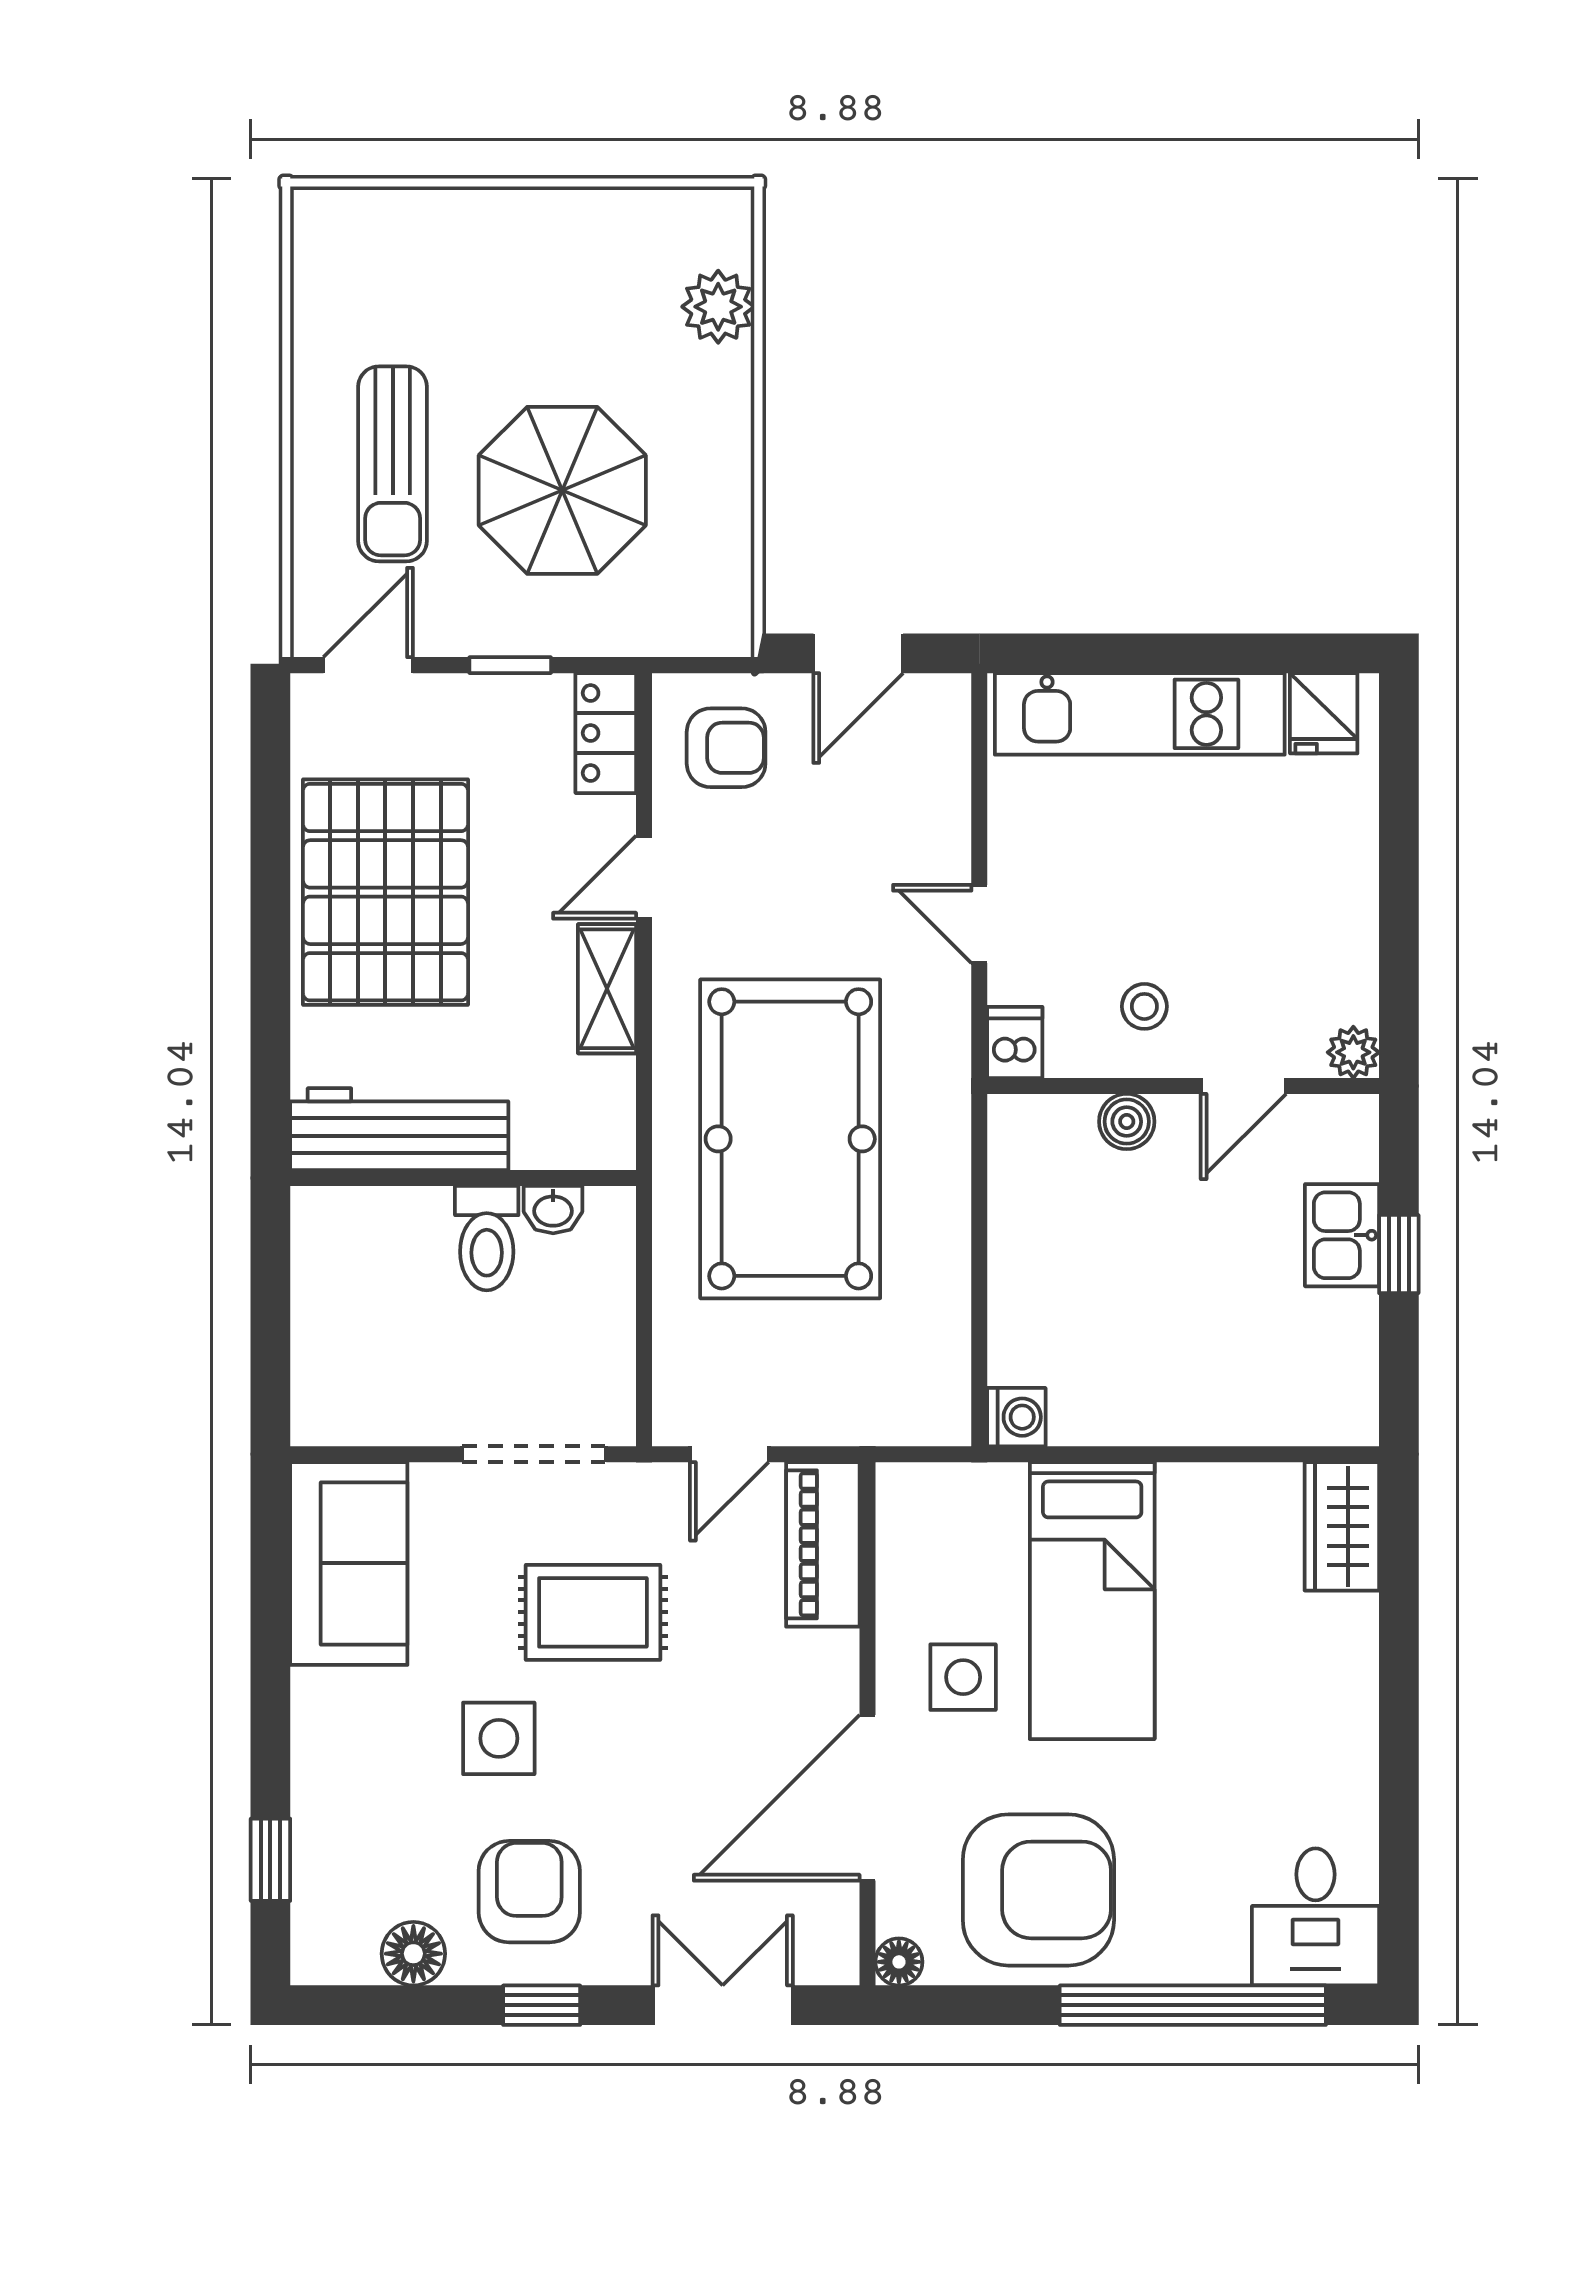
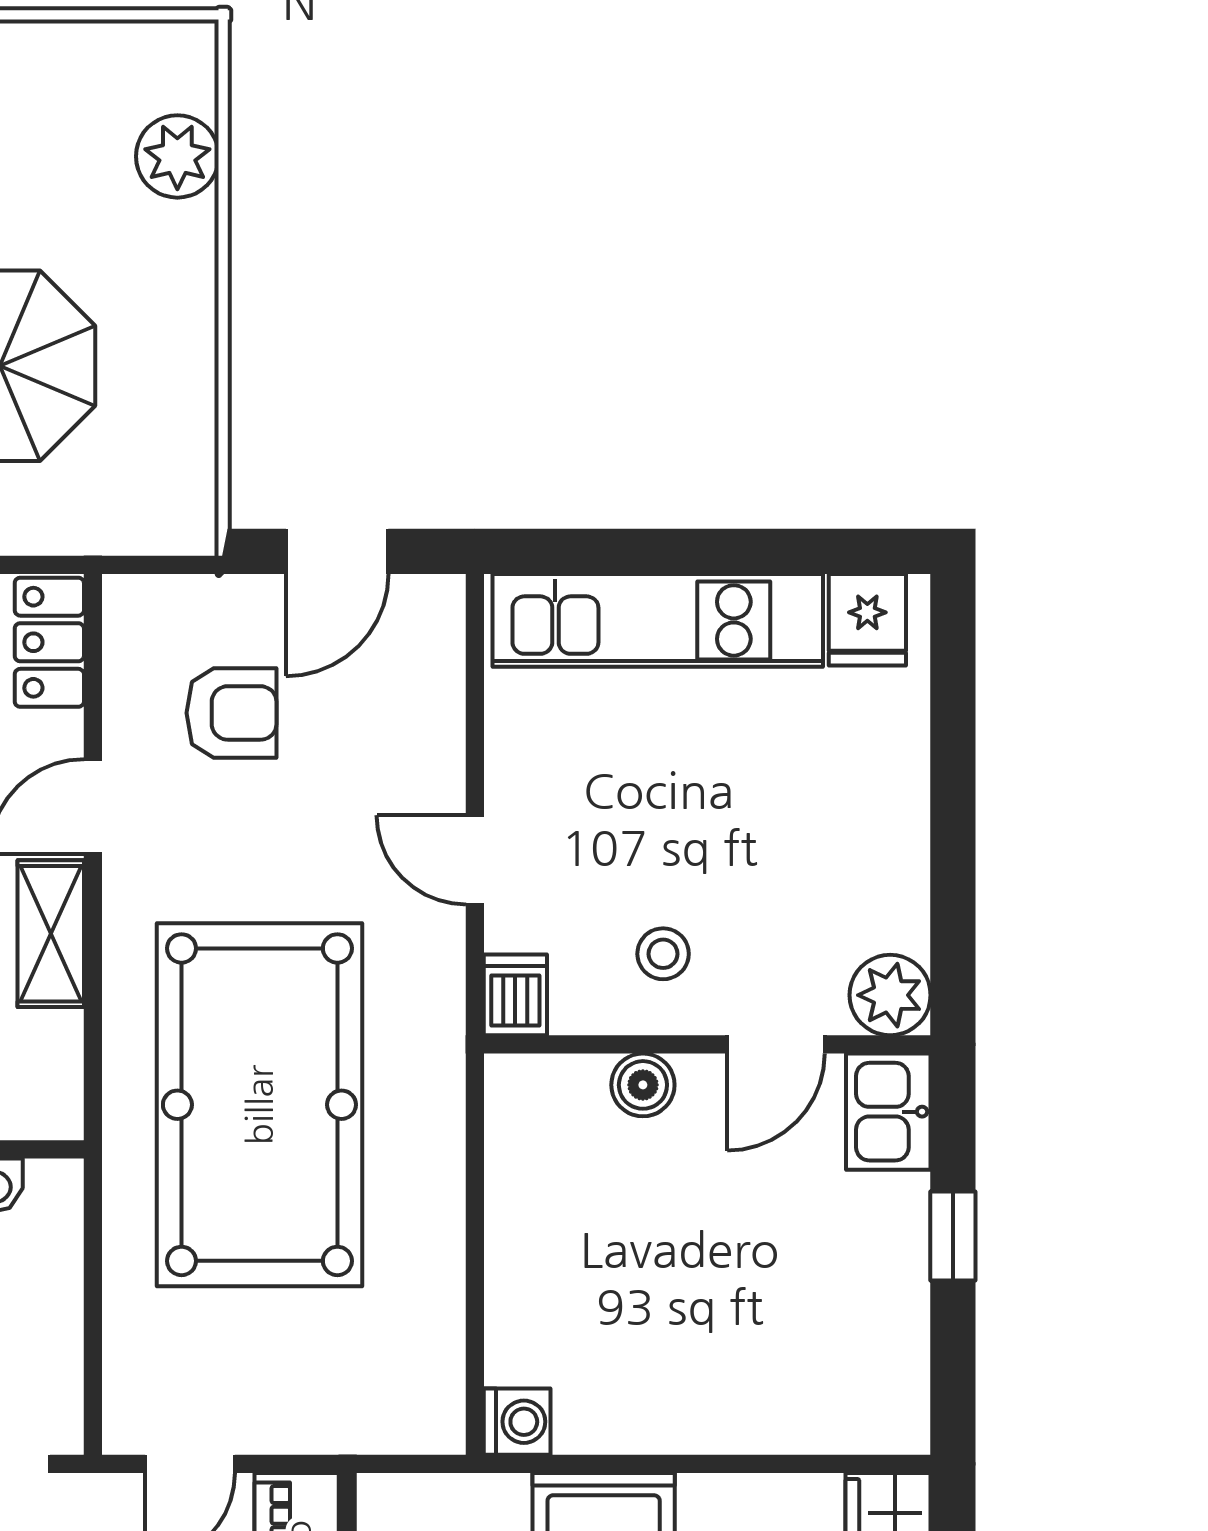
armchair: (726, 748) -> (232, 713), moved
plant: (1353, 1052) -> (890, 995), width x1.38, depth x1.38
kitchen sink: (1342, 1235) -> (888, 1112), moved

